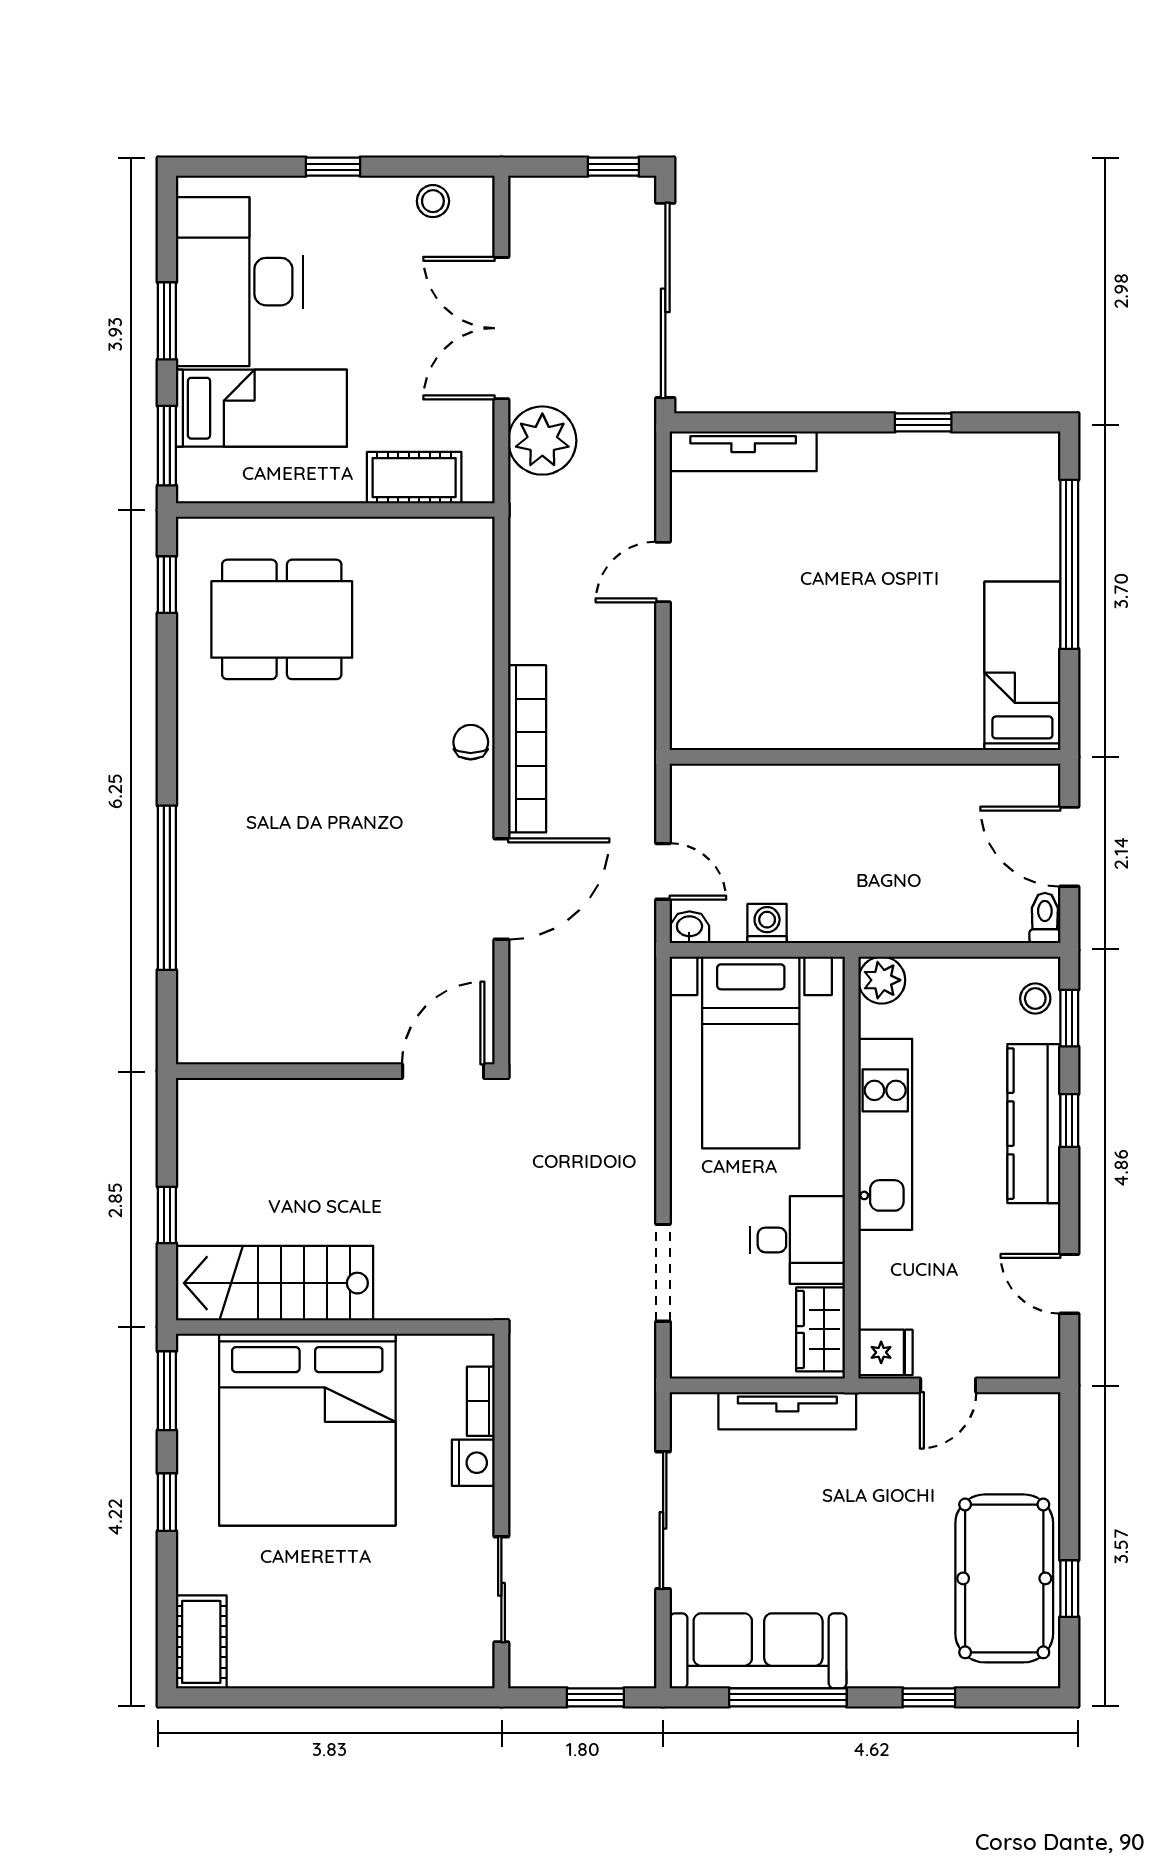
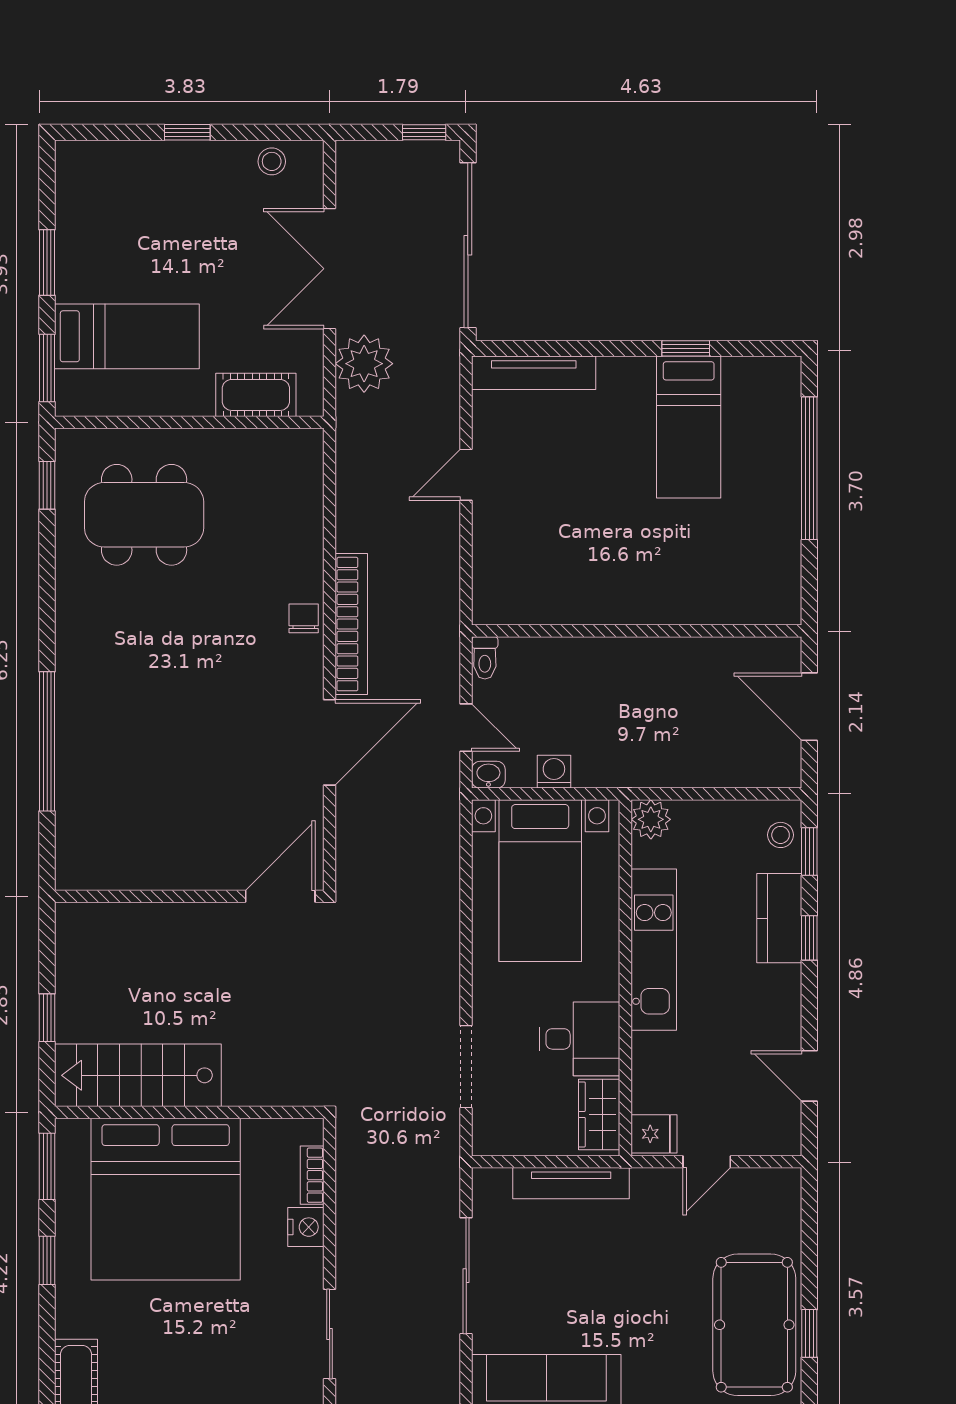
desk: (239, 282) -> (108, 229), removed
bed: (1022, 666) -> (689, 427), moved, turned 180
toilet: (1045, 918) -> (485, 658), moved, turned 180
kitchen counter: (1034, 1124) -> (779, 918), width x0.67

